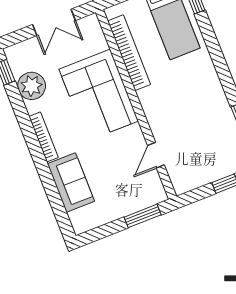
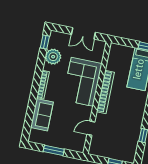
bookcase: (129, 53) -> (105, 92), moved
window: (143, 216) -> (54, 150), moved

